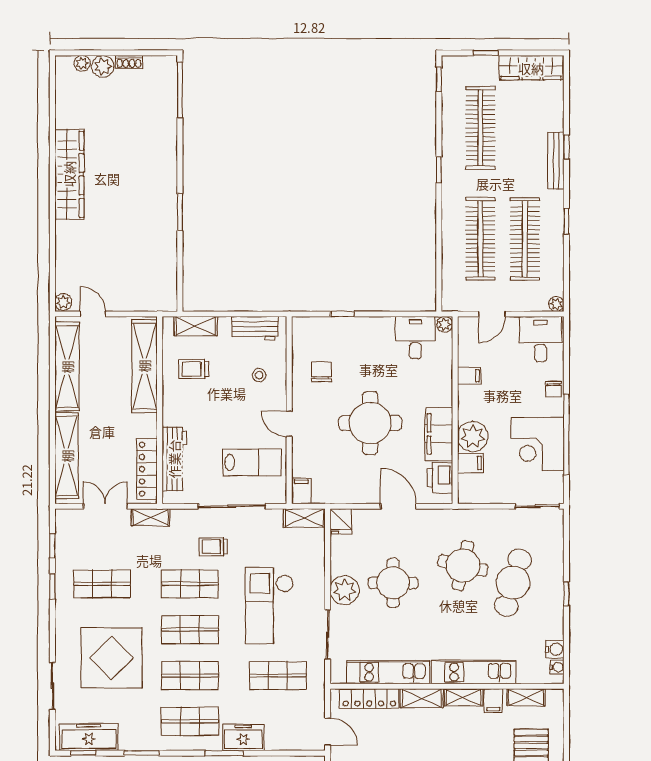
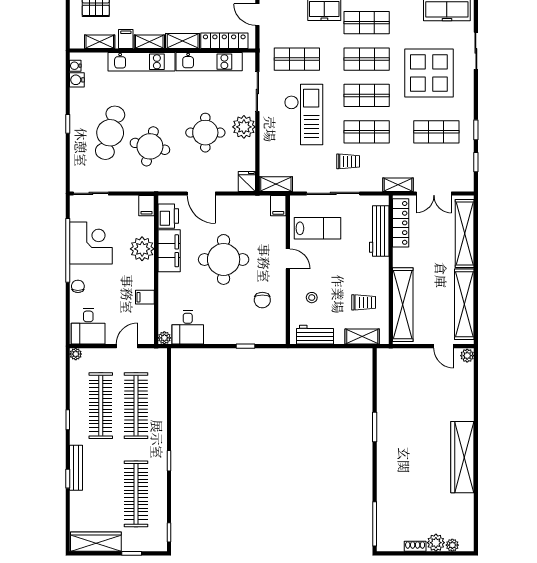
lab bench: (252, 462) -> (317, 228), turned 180
filing cabinet: (470, 463) -> (147, 206), moved, turned -90

